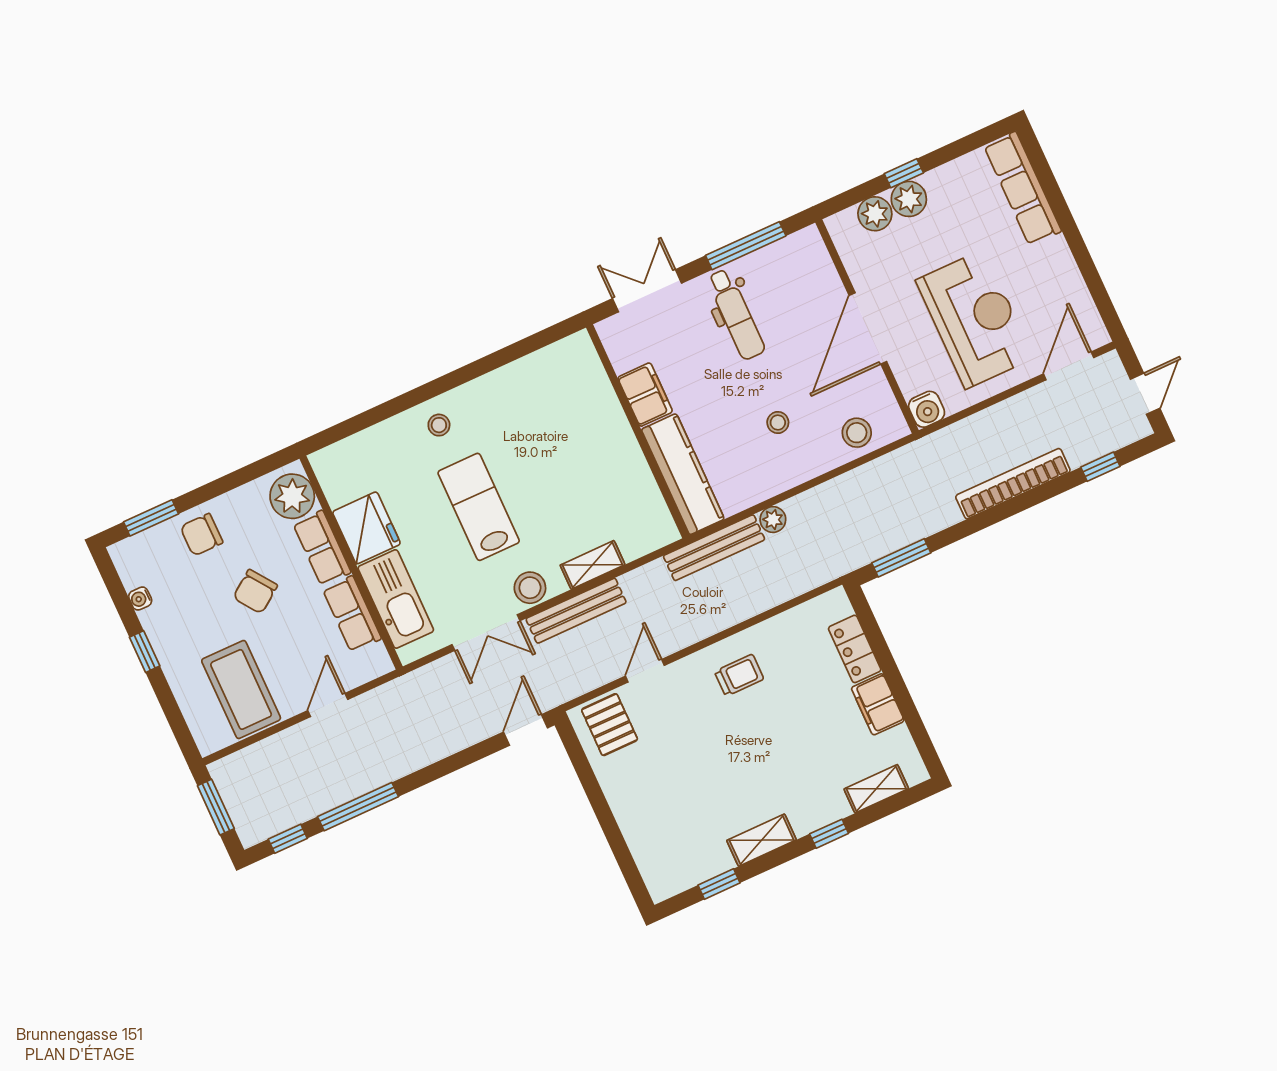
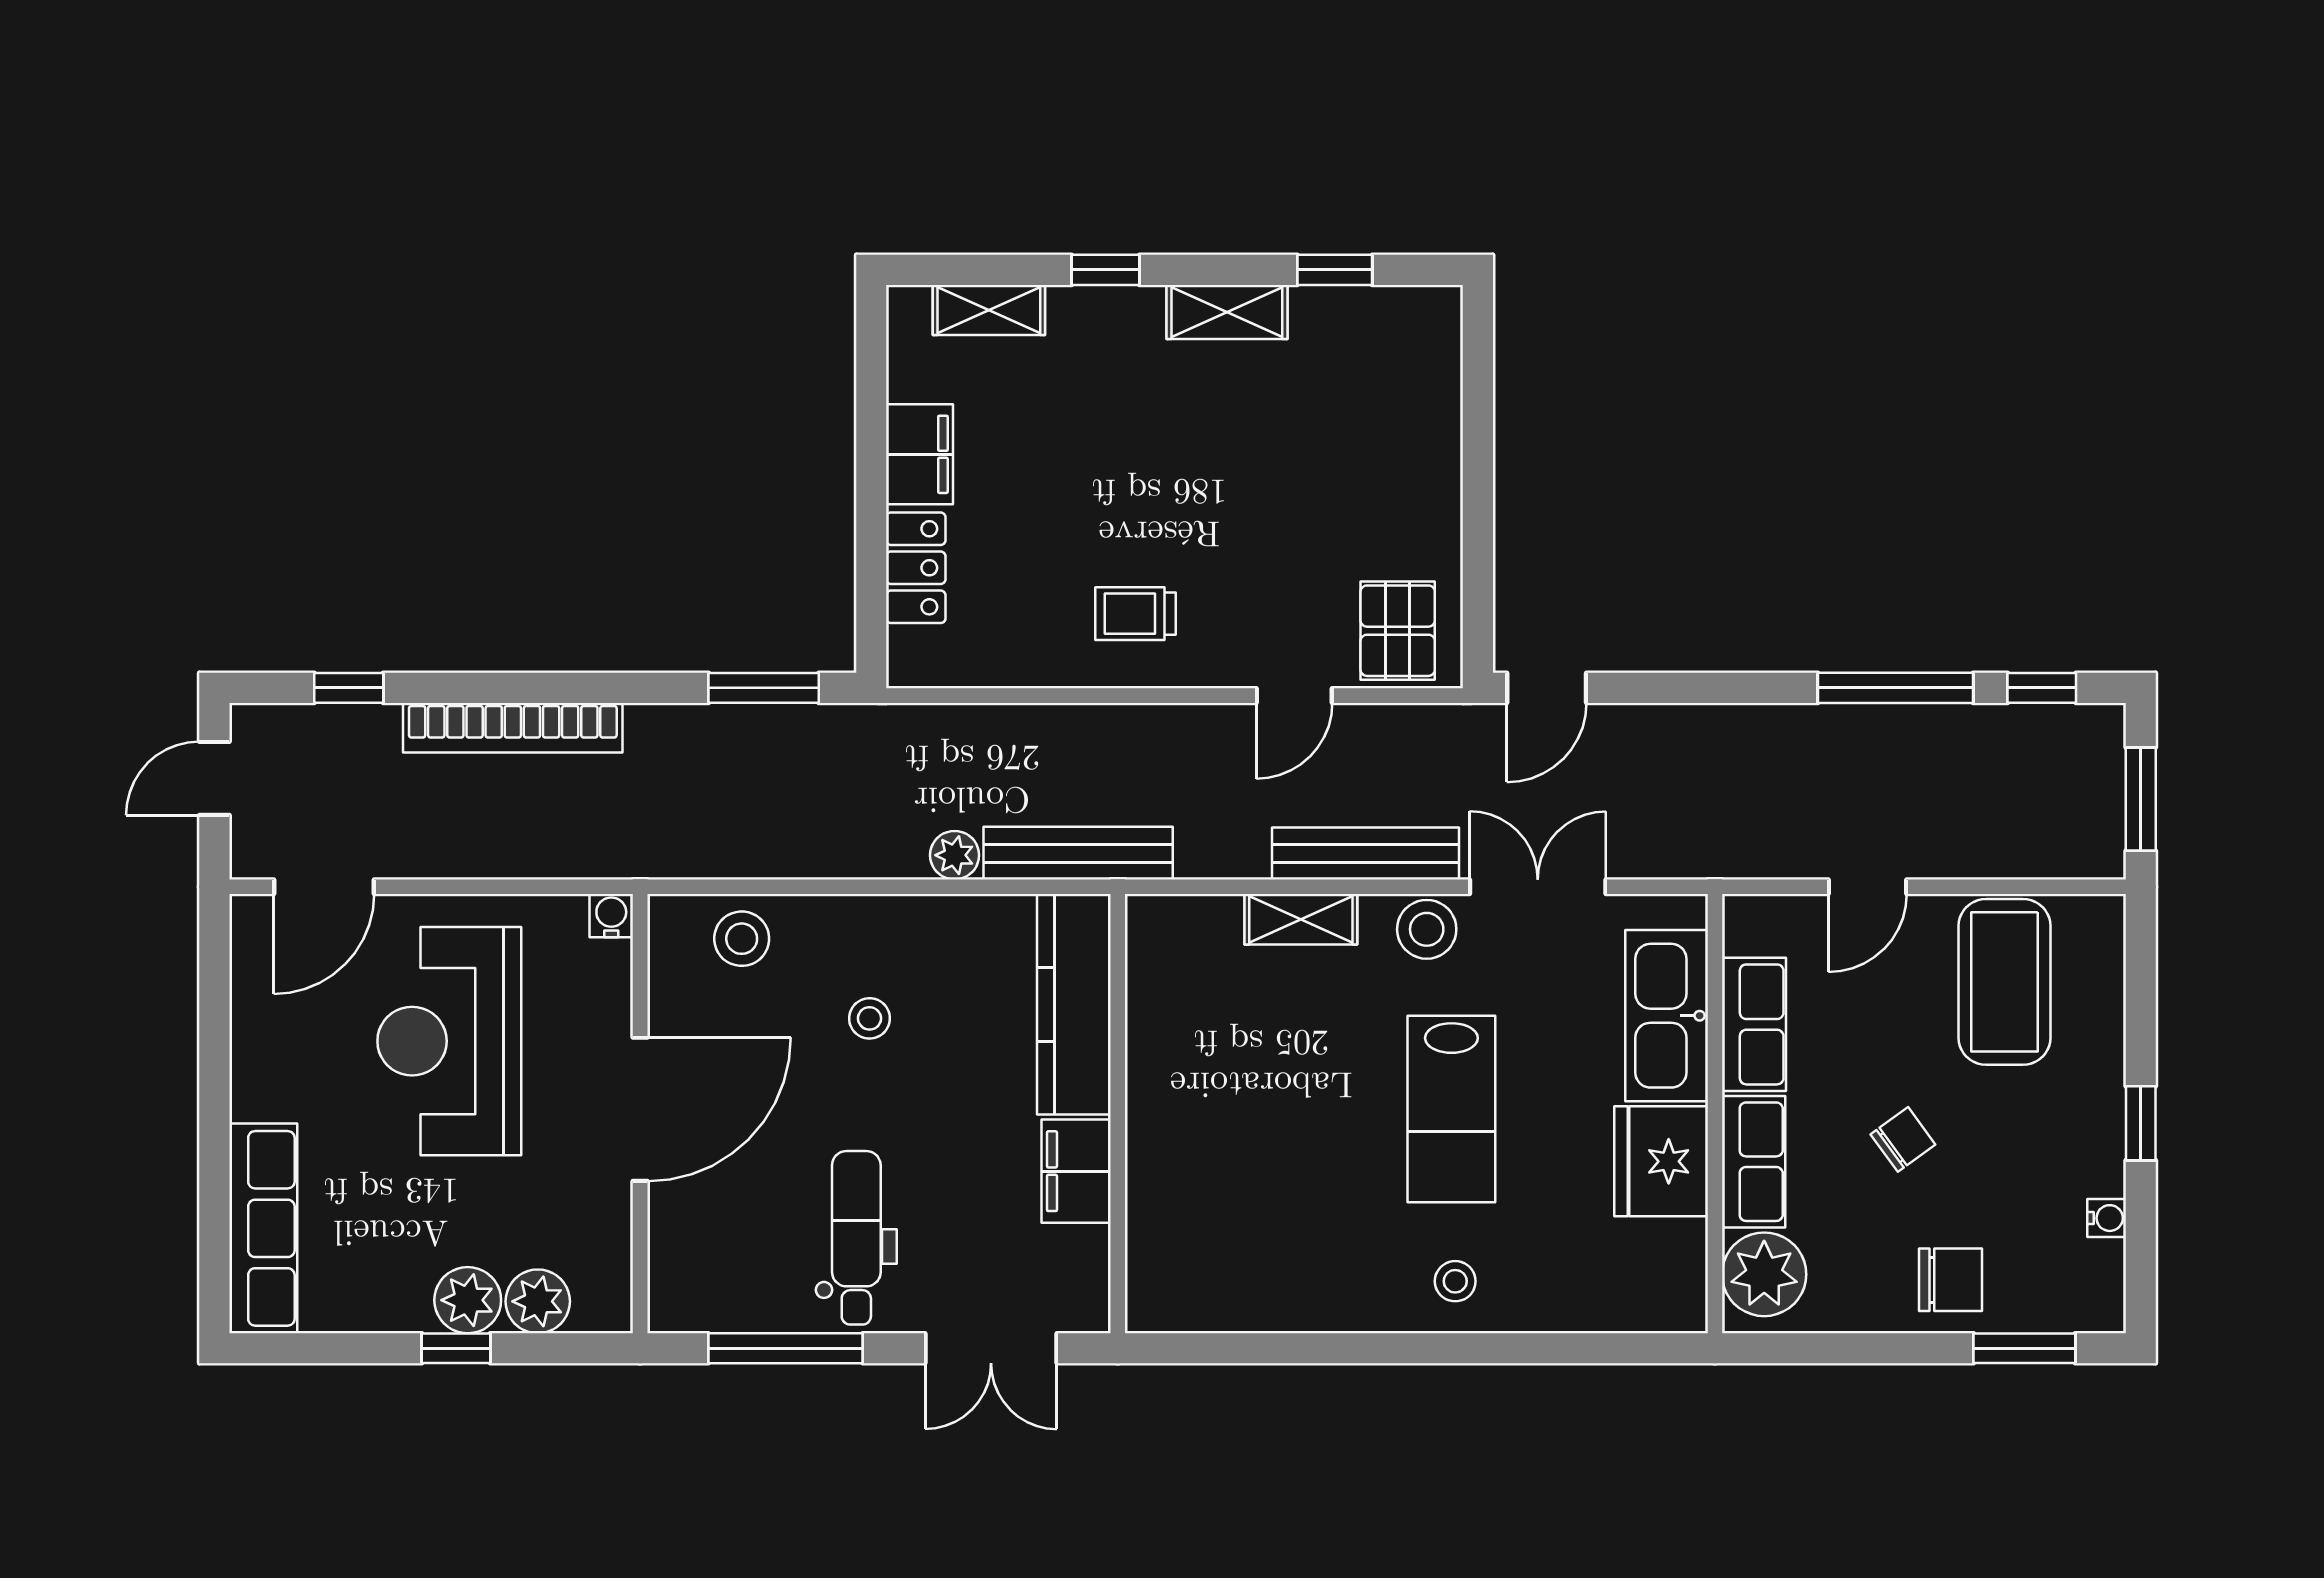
water cooler: (927, 409) -> (611, 916), width x0.72, depth x0.72
chair: (255, 592) -> (1903, 1139), width x0.73, depth x0.73

